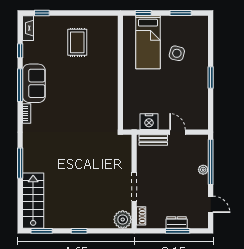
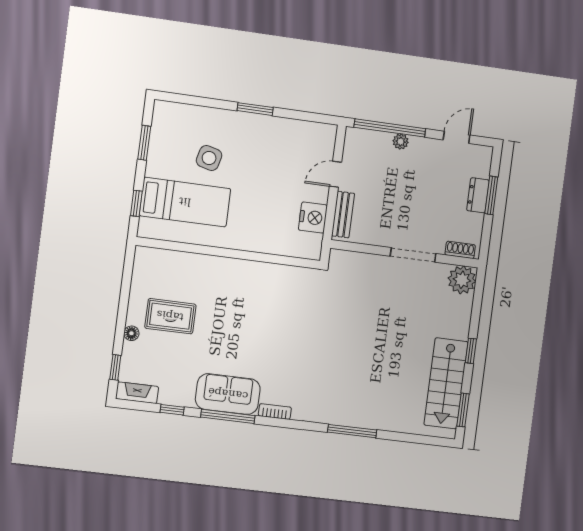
floor lamp: (64, 20) -> (131, 333), added
stairs: (33, 201) -> (446, 383), moved, turned -90

